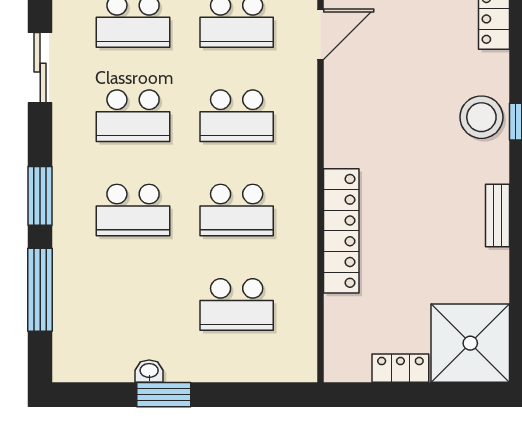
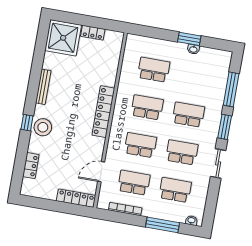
sliding door: (40, 68) -> (218, 163), moved
bench: (498, 216) -> (43, 87), width x1.36
locker: (341, 231) -> (103, 112), moved

